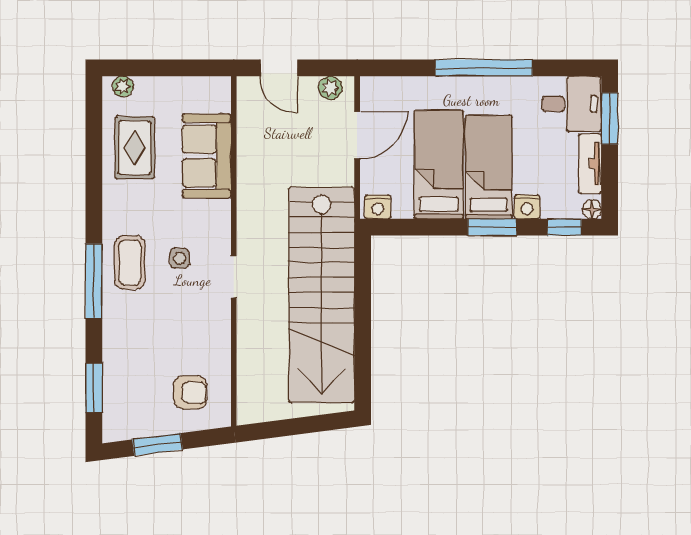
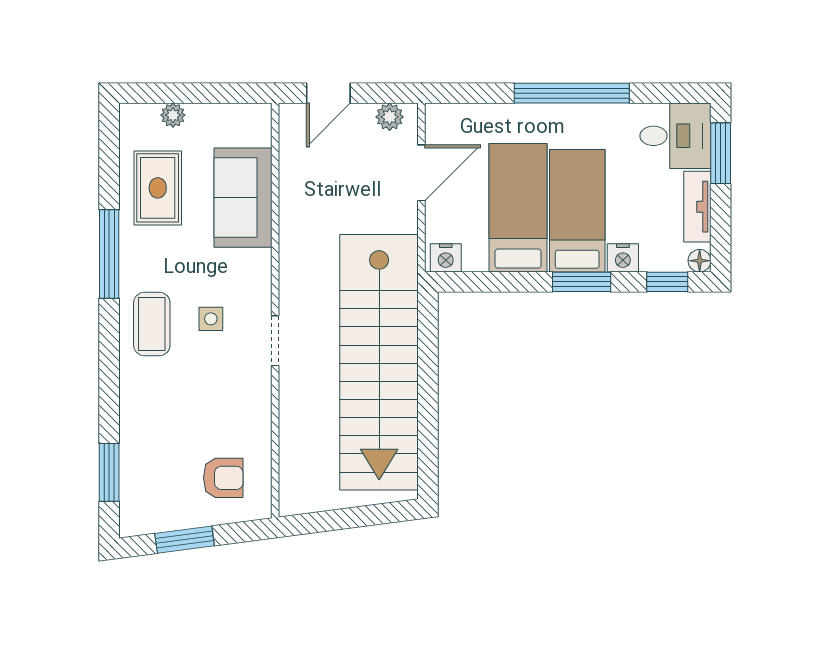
door: (279, 68) -> (328, 93), hinge flipped
plant: (123, 86) -> (173, 115), moved
window: (94, 281) -> (109, 254), moved

